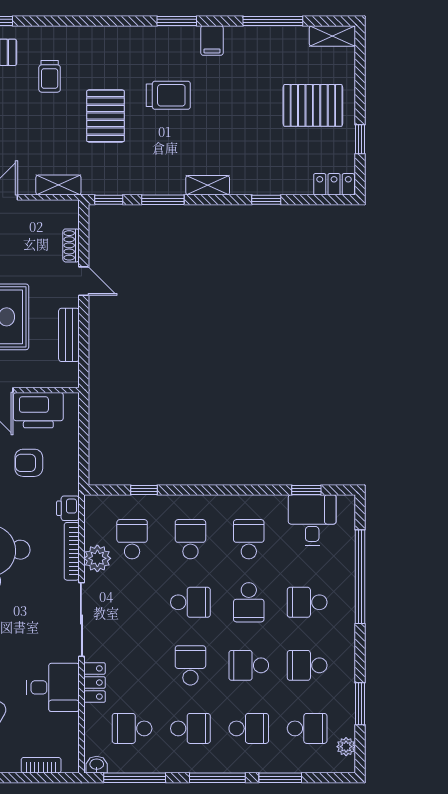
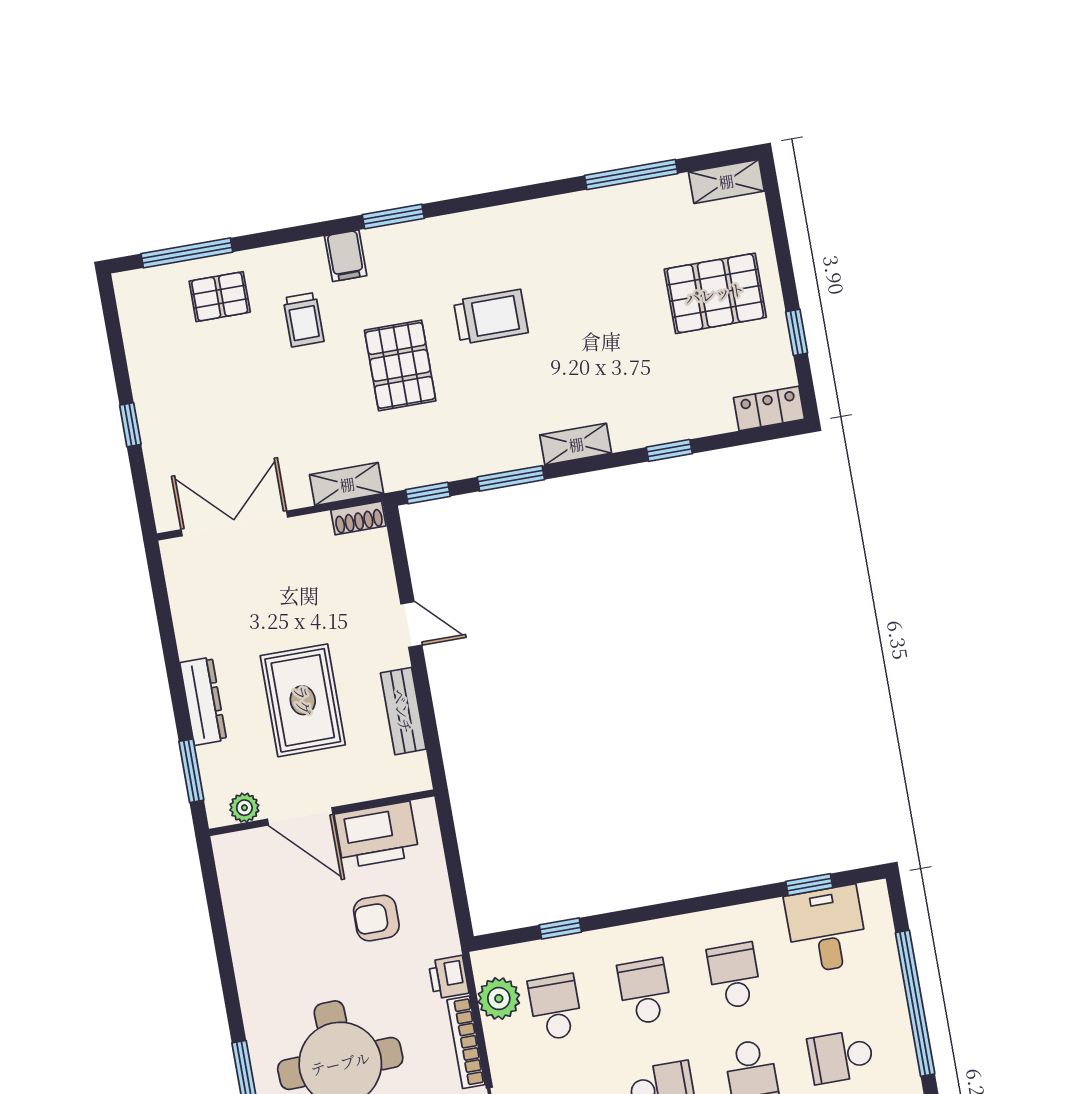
window: (177, 21) -> (393, 216), moved
filing cabinet: (212, 41) -> (346, 256), moved
shoe rack: (71, 245) -> (358, 518), moved, turned -90
plant: (97, 558) -> (499, 999), moved

